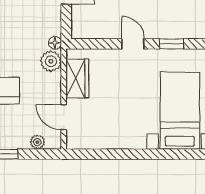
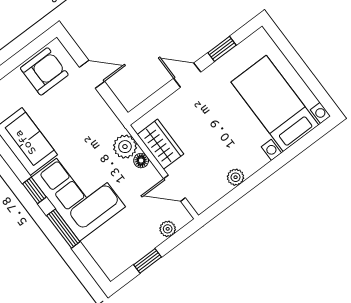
floor lamp: (55, 43) -> (141, 161), moved
plant: (113, 142) -> (236, 177), added

